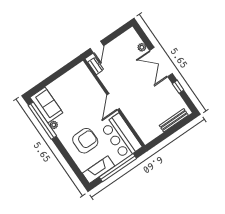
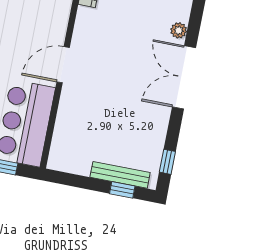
window: (178, 87) -> (167, 162), moved
window: (180, 125) -> (122, 190), added

